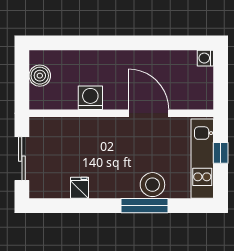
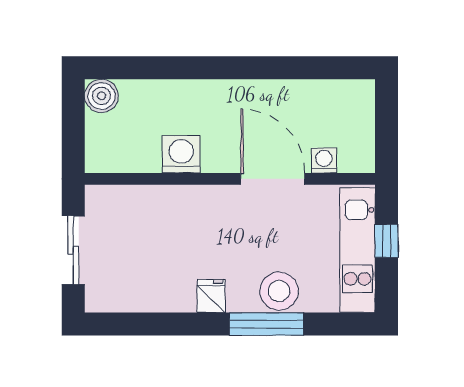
washing machine: (205, 58) -> (324, 161), moved, turned 90
boiler: (40, 76) -> (101, 96), moved
fridge: (79, 188) -> (211, 296), moved

